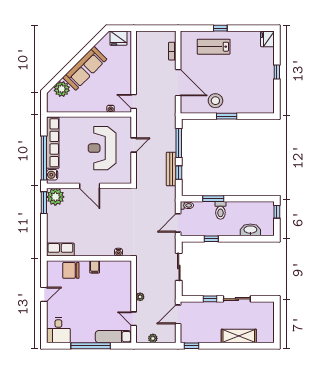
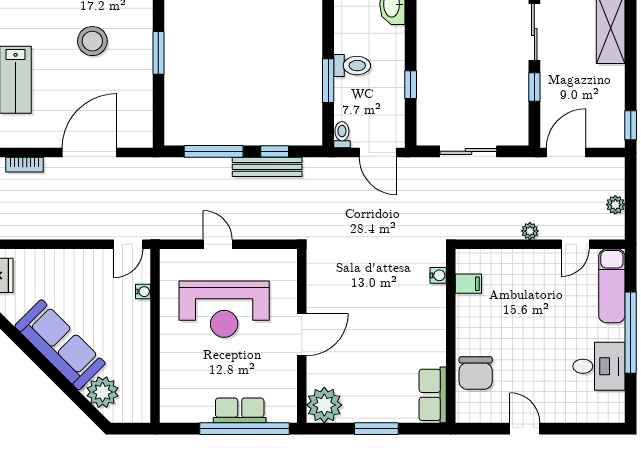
stool: (215, 101) -> (92, 41), moved
row of seats: (53, 143) -> (240, 410), width x0.50
water cooler: (52, 175) -> (279, 412), removed
window: (44, 203) -> (376, 429), moved
filing cabinet: (95, 267) -> (468, 284), moved
door: (178, 314) -> (566, 153), swing flipped
desk: (58, 330) -> (599, 366), moved

